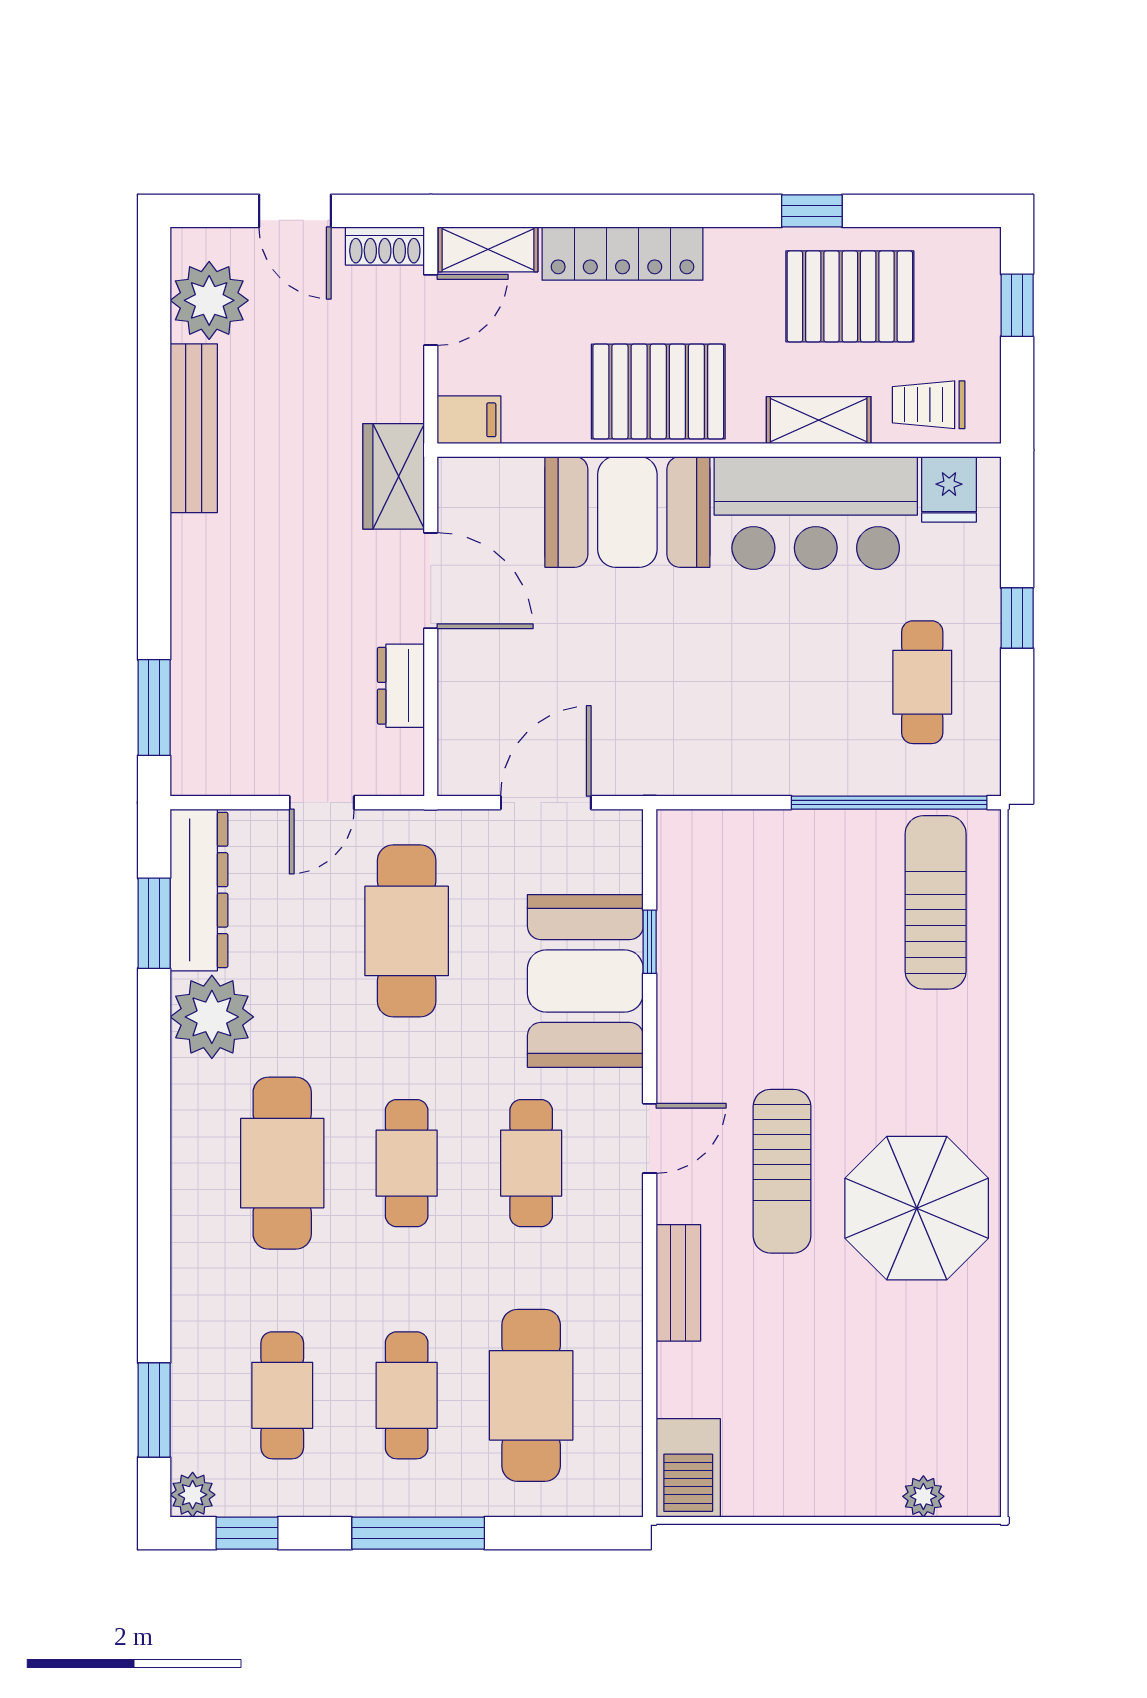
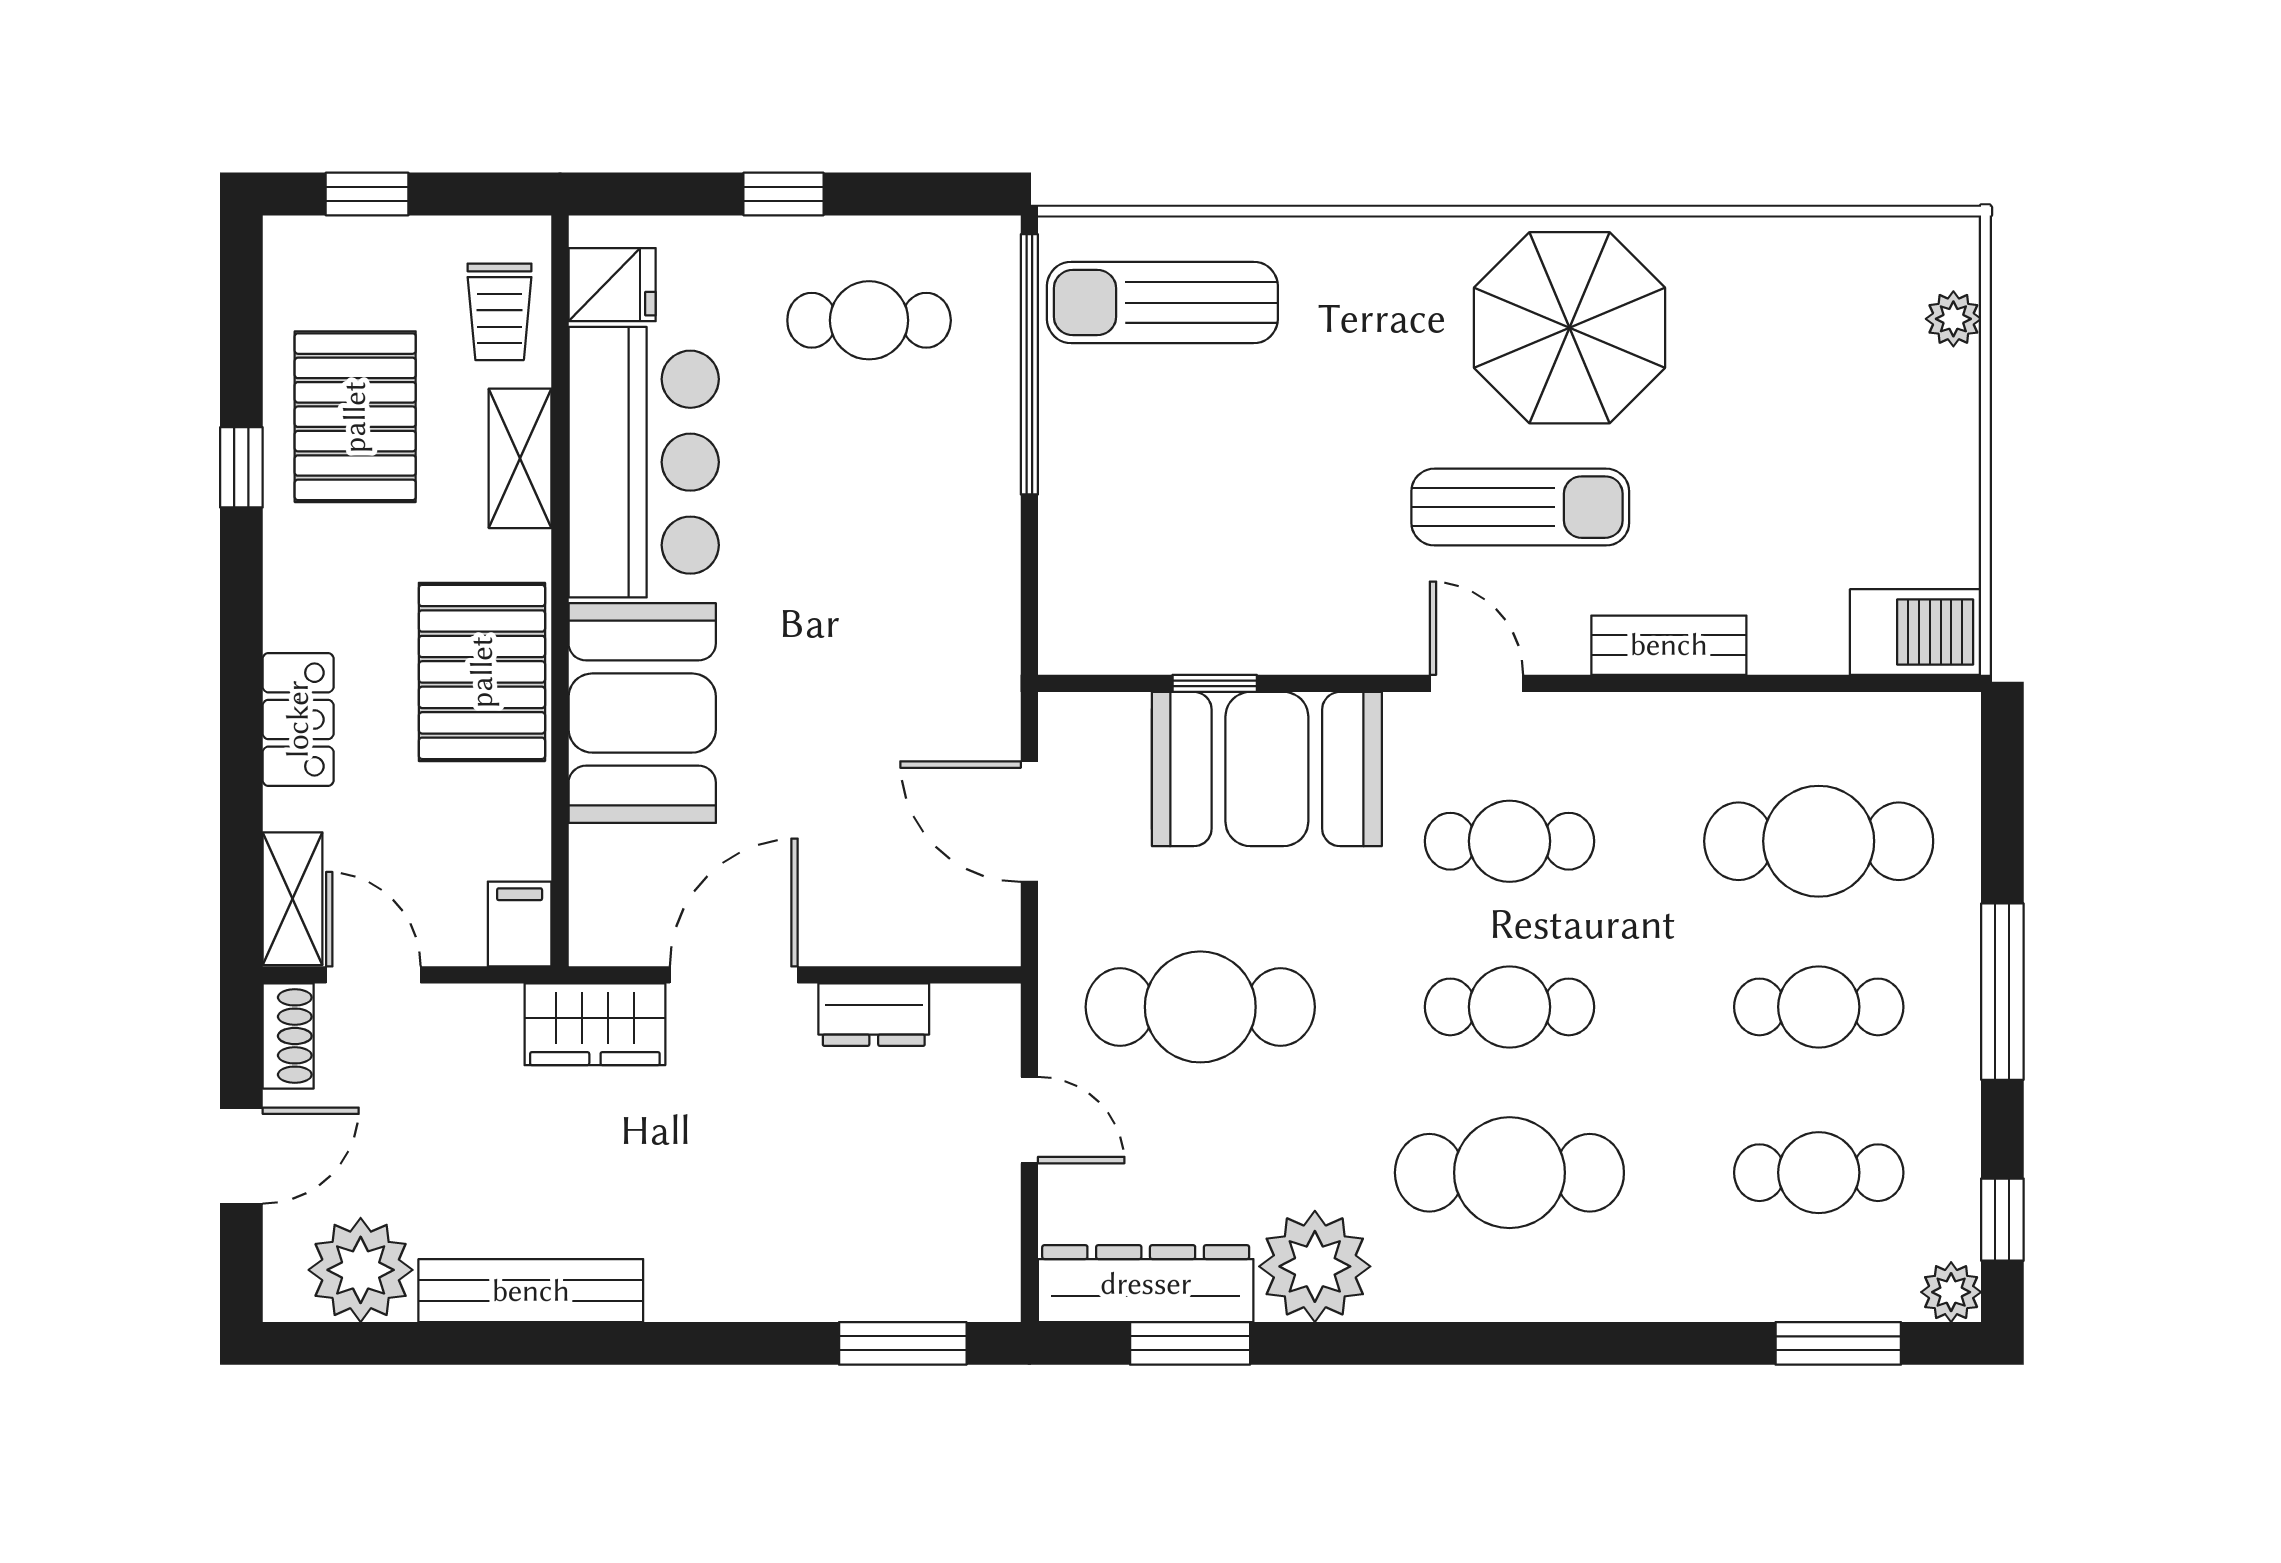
locker: (623, 254) -> (298, 719), width x0.66

